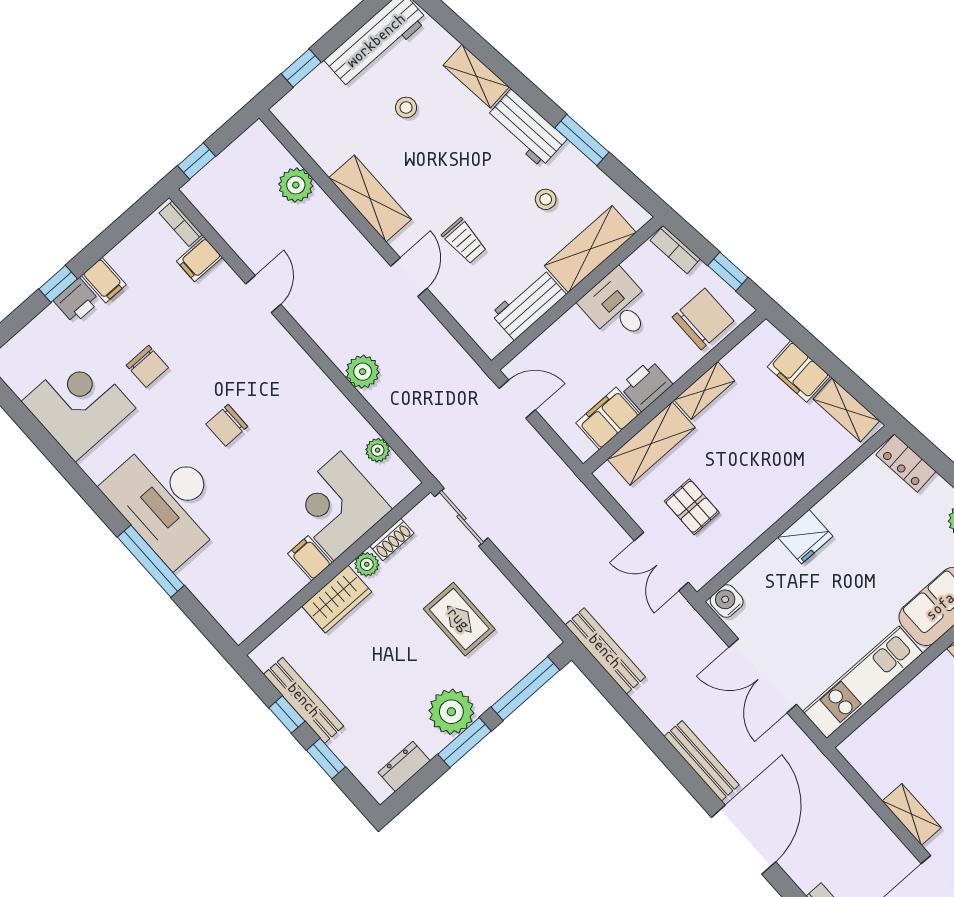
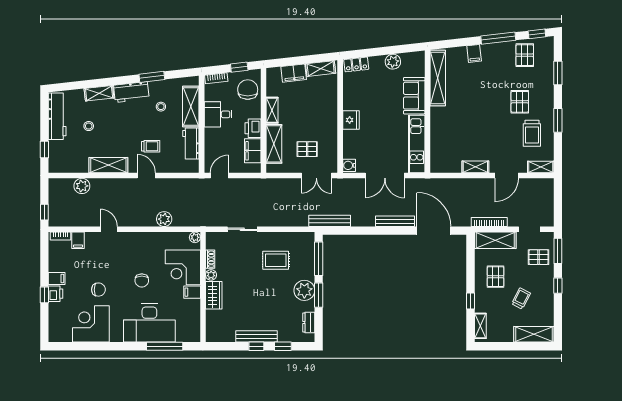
corner desk: (337, 506) -> (183, 267), moved
shoe rack: (392, 539) -> (210, 259), moved
filing cabinet: (310, 558) -> (192, 292), moved
plant: (367, 564) -> (211, 275), moved
wall: (334, 569) -> (203, 287), moved
wardrobe: (337, 599) -> (214, 295), moved

